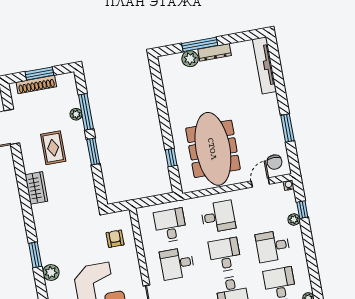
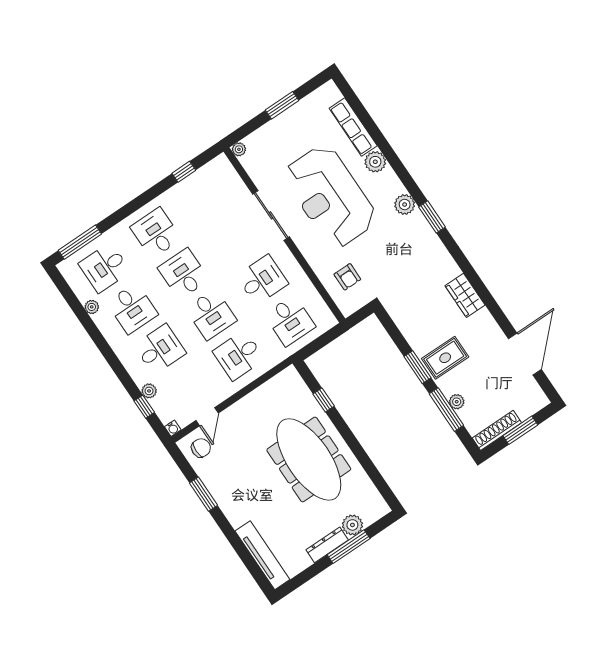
shoe rack: (36, 84) -> (497, 430), moved
rug: (53, 148) -> (445, 358), moved, turned 90
meeting table: (213, 149) -> (309, 459), moved
chair: (275, 162) -> (201, 448), turned 90

